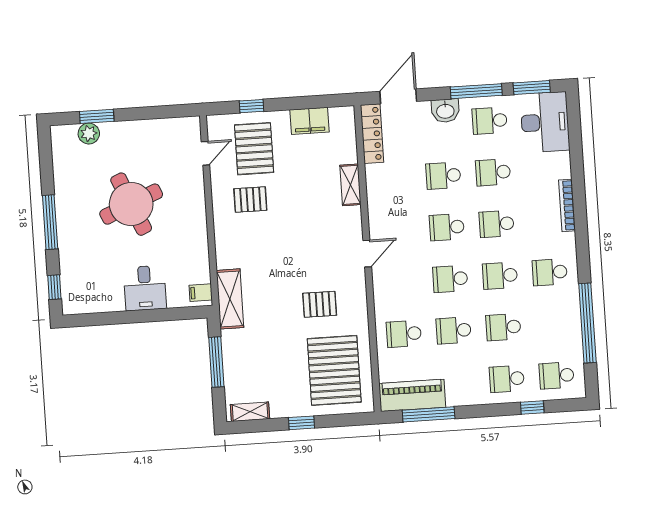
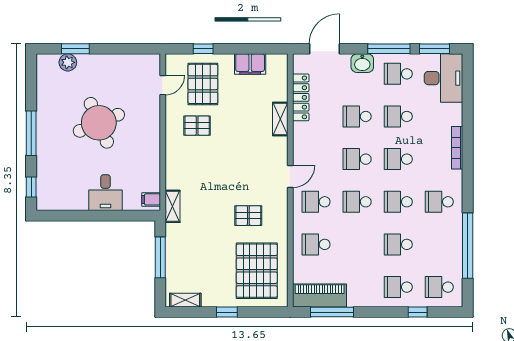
locker: (372, 134) -> (301, 97), moved
shelving: (230, 299) -> (172, 206), width x0.67, depth x0.75
school desk: (454, 330) -> (316, 202), moved

